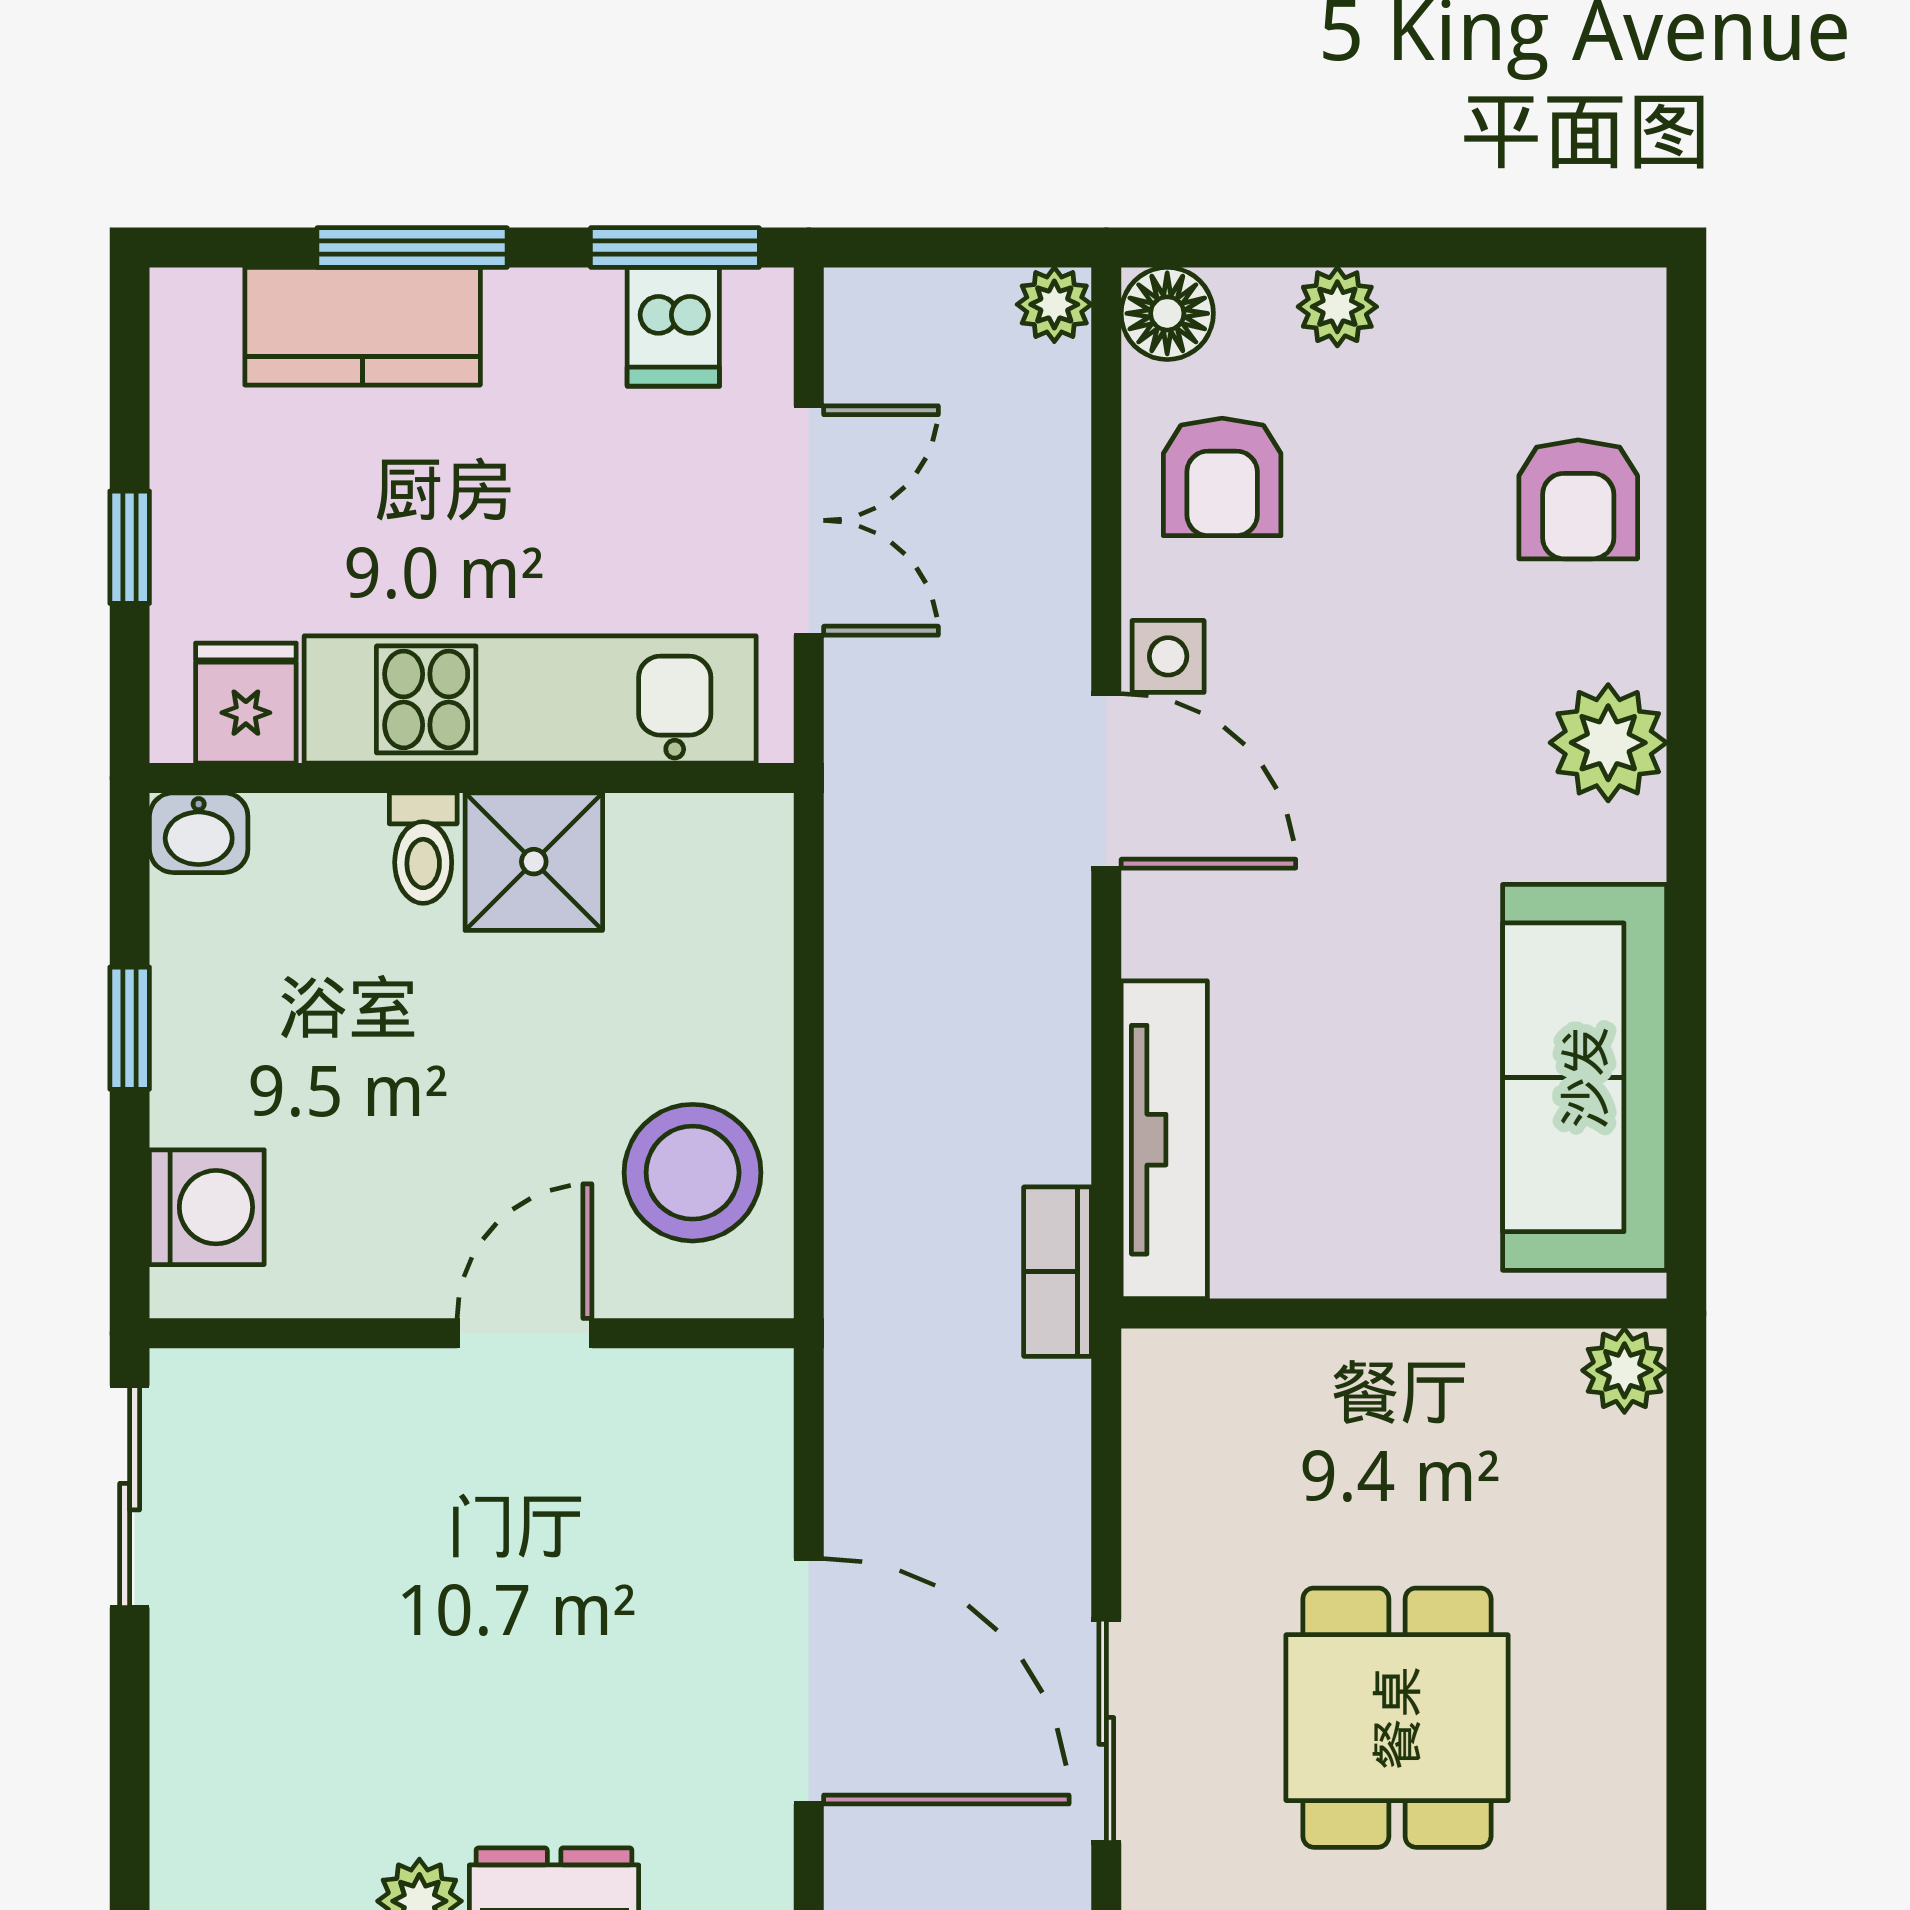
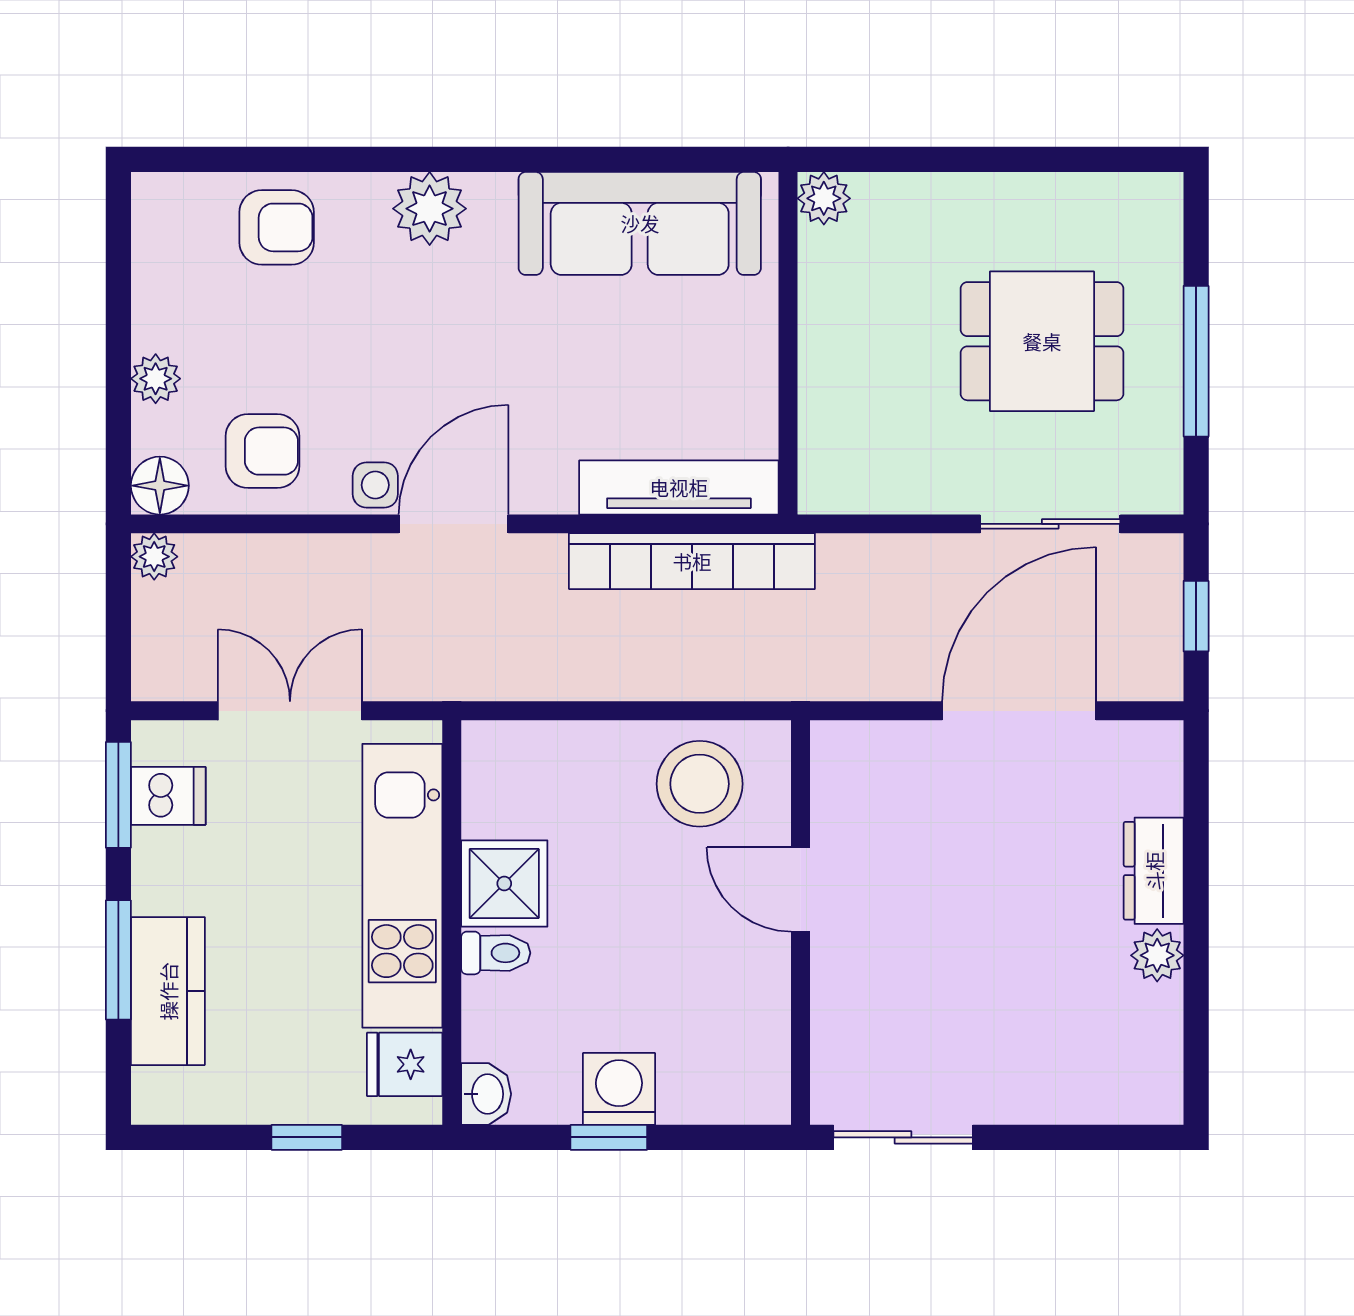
washing machine: (207, 1207) -> (619, 1089), moved
bookcase: (1058, 1272) -> (692, 561), width x2.31, depth x1.31

